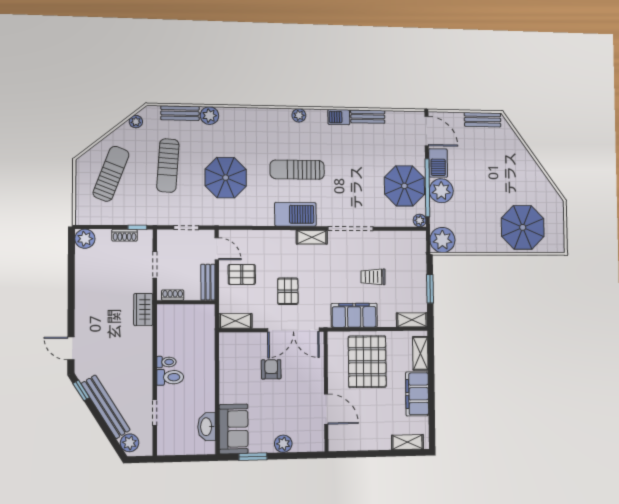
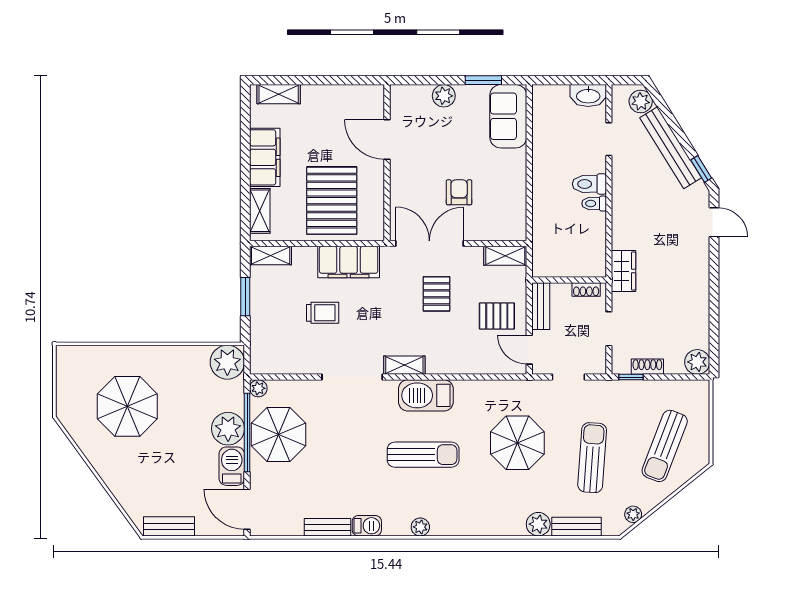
parasol: (523, 227) -> (127, 406), moved
armchair: (271, 369) -> (459, 192), turned 180
washbasin: (207, 427) -> (588, 96), moved, turned 90

